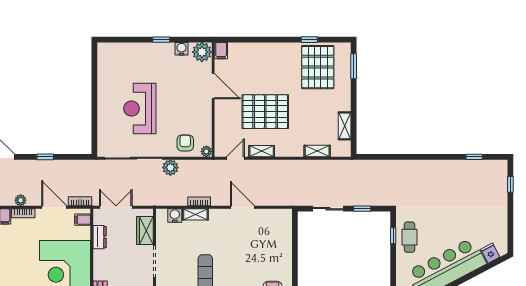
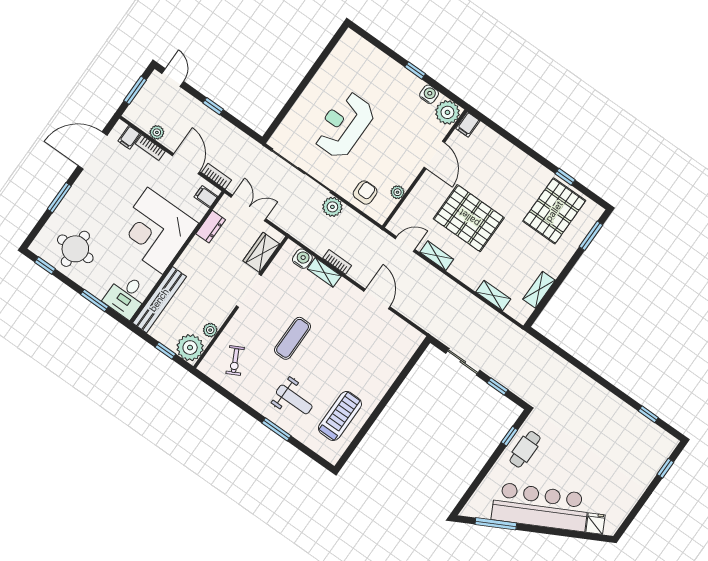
plant: (206, 151) -> (398, 192), moved

